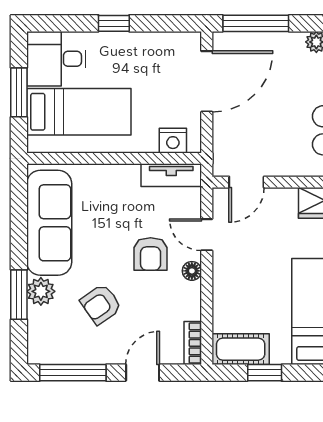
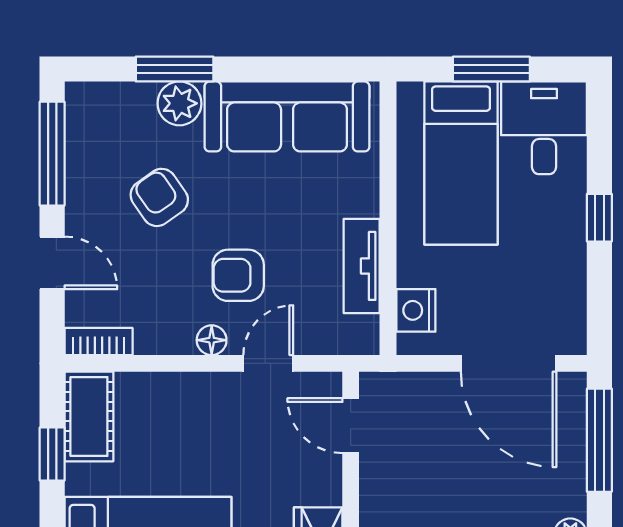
tv unit: (171, 175) -> (362, 266), moved

